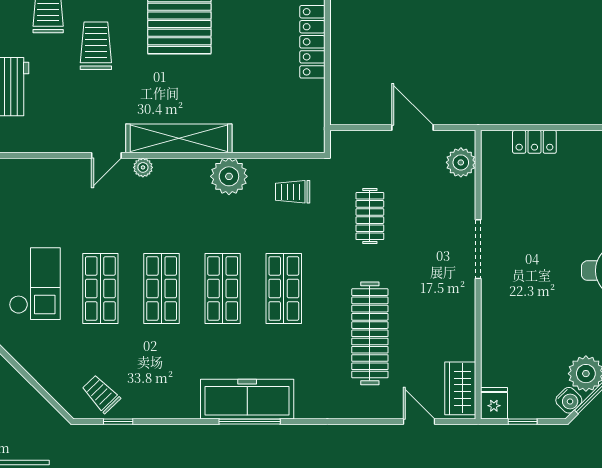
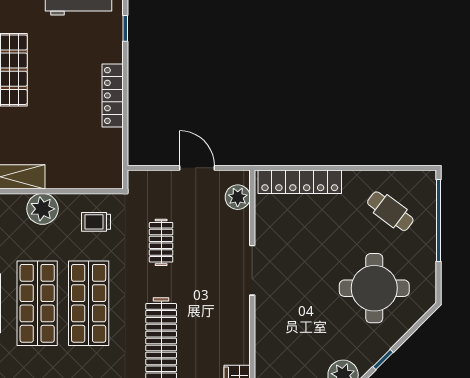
locker: (534, 142) -> (300, 182), width x2.16, depth x1.21
shop shelf: (223, 288) -> (37, 303), width x1.43, depth x1.36
shop shelf: (284, 288) -> (89, 303), width x1.43, depth x1.36

